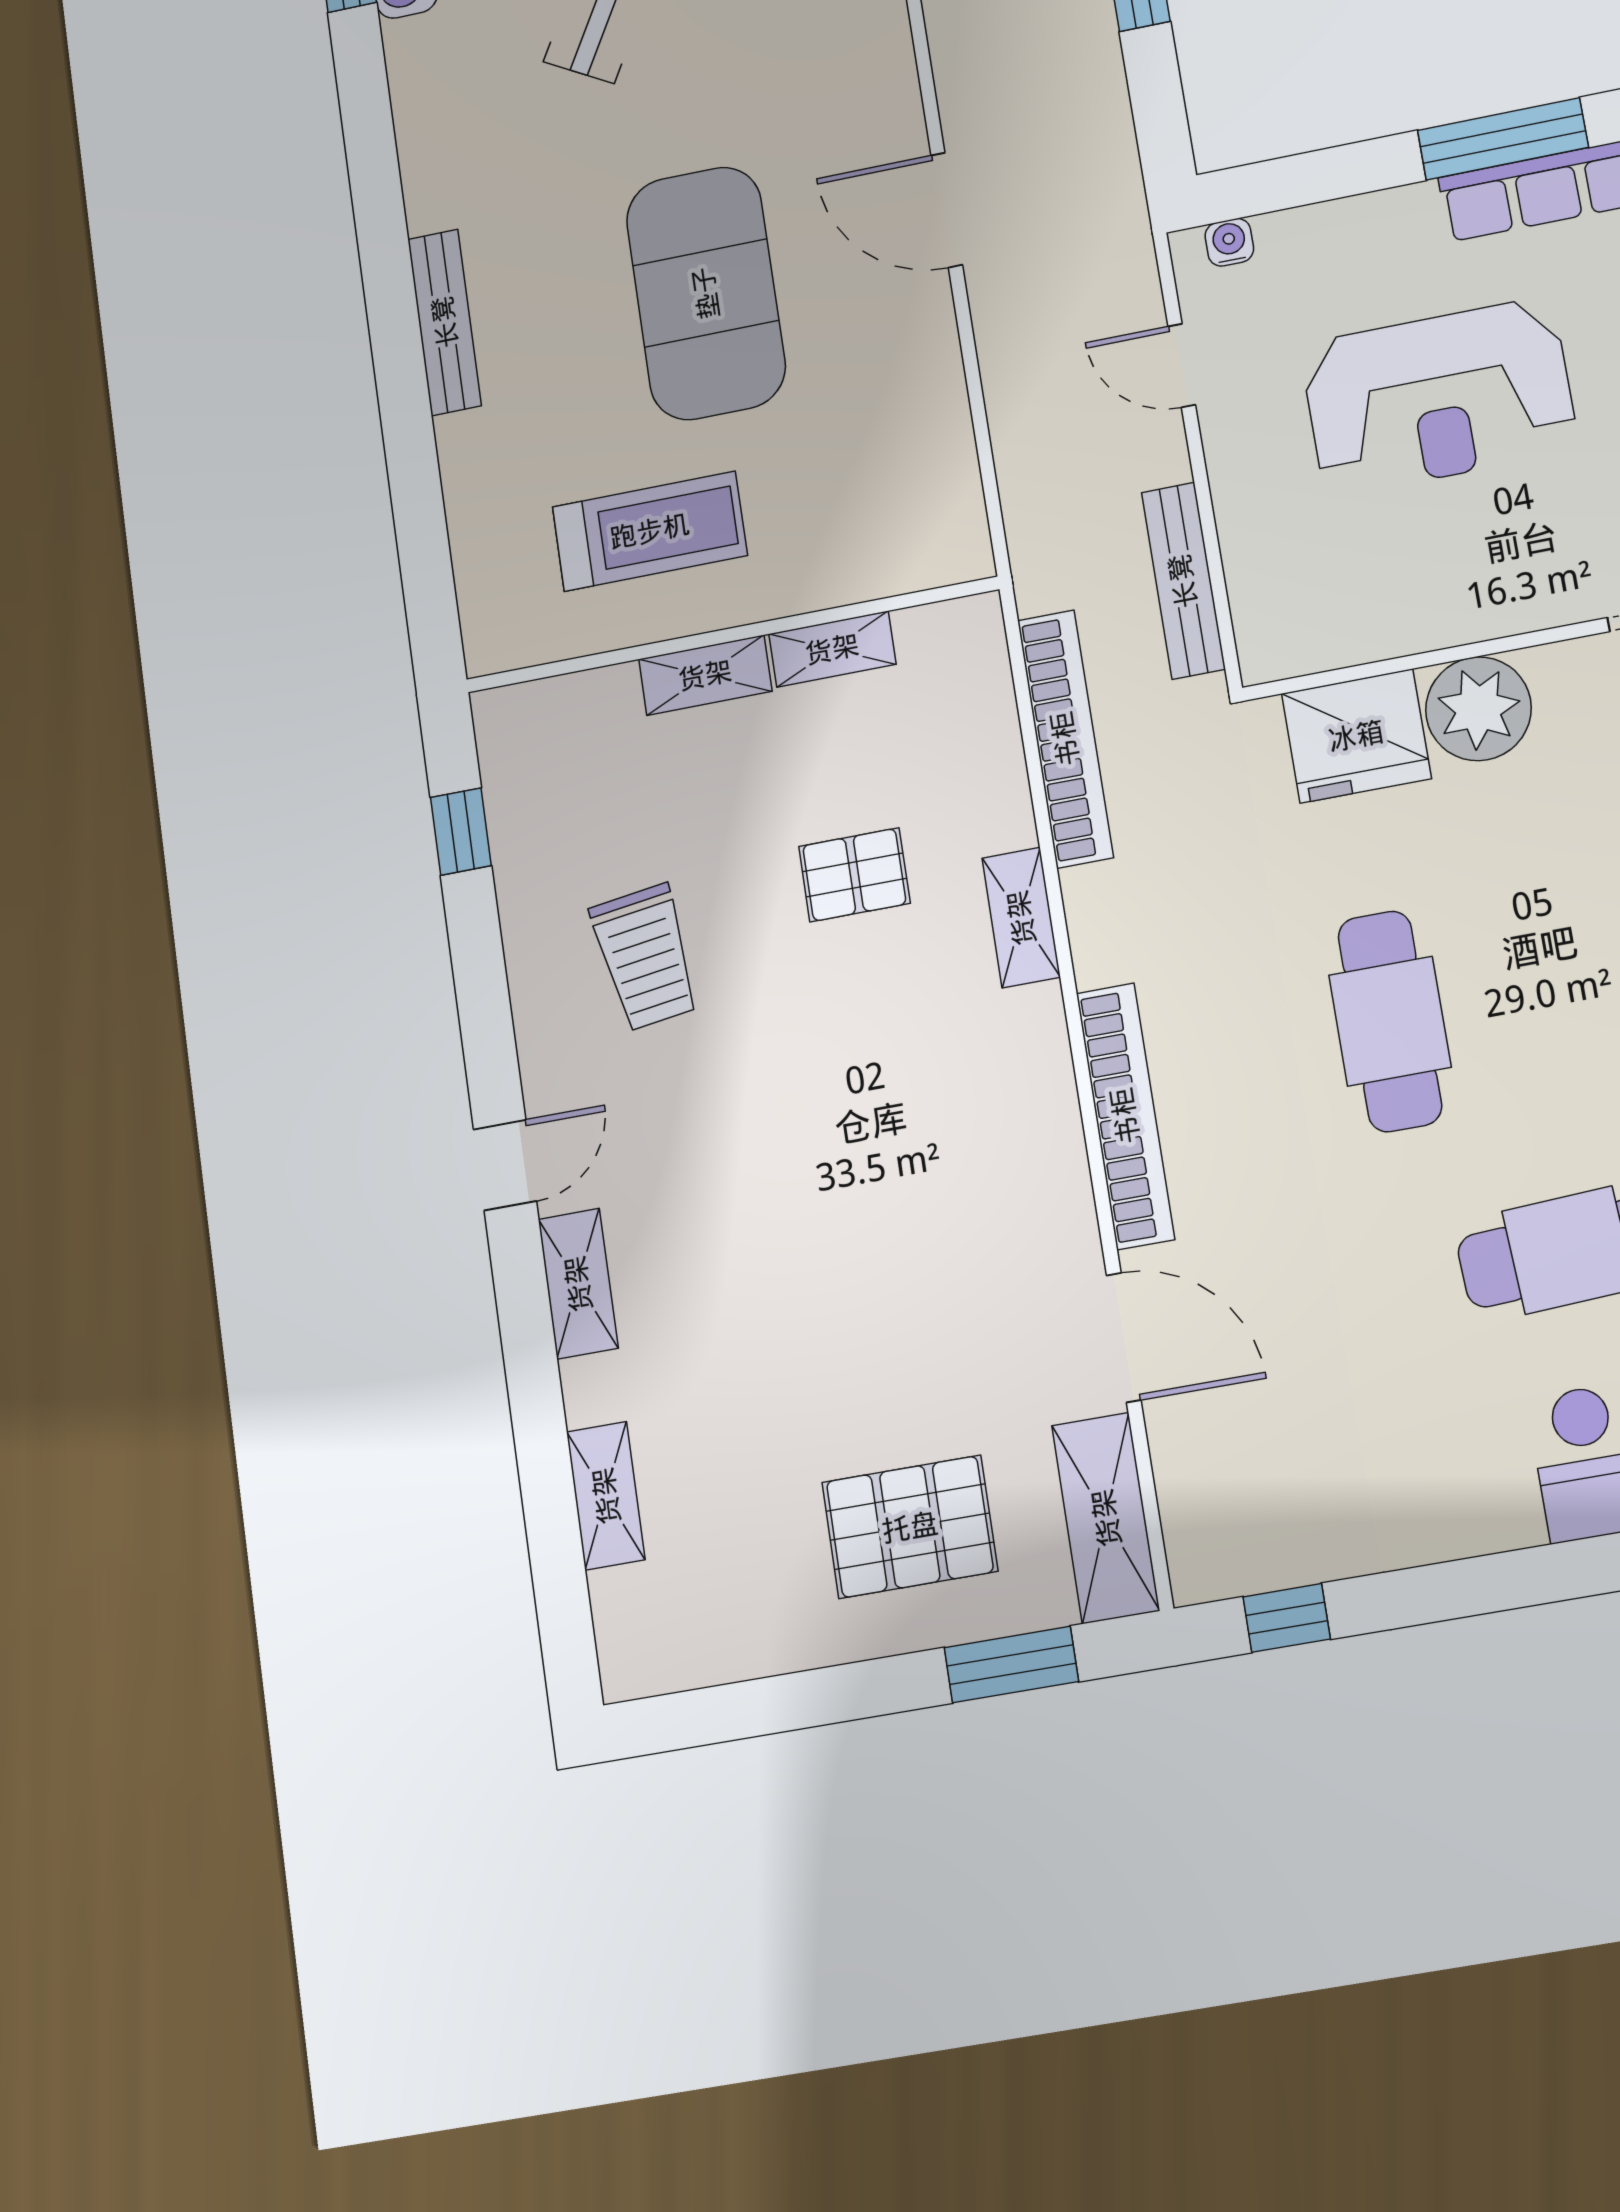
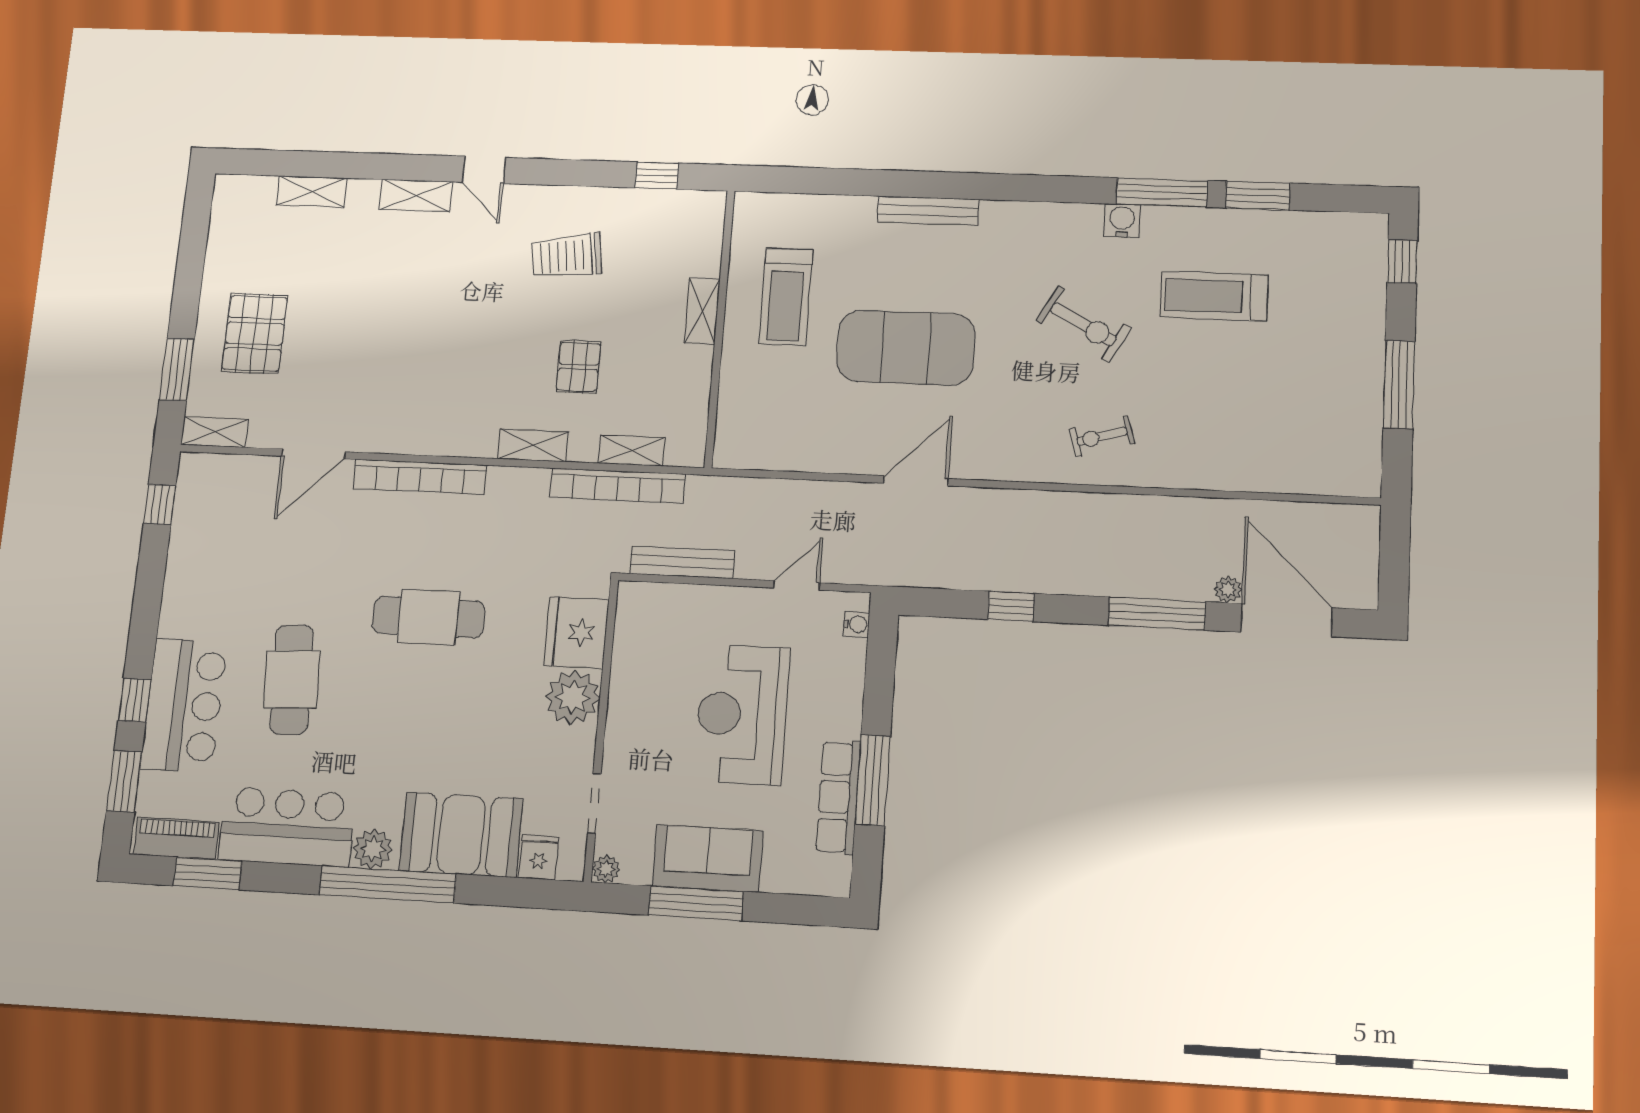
shelving: (832, 649) -> (631, 451), moved, turned 90
shelving: (1106, 1518) -> (215, 432), width x0.67, depth x0.75

